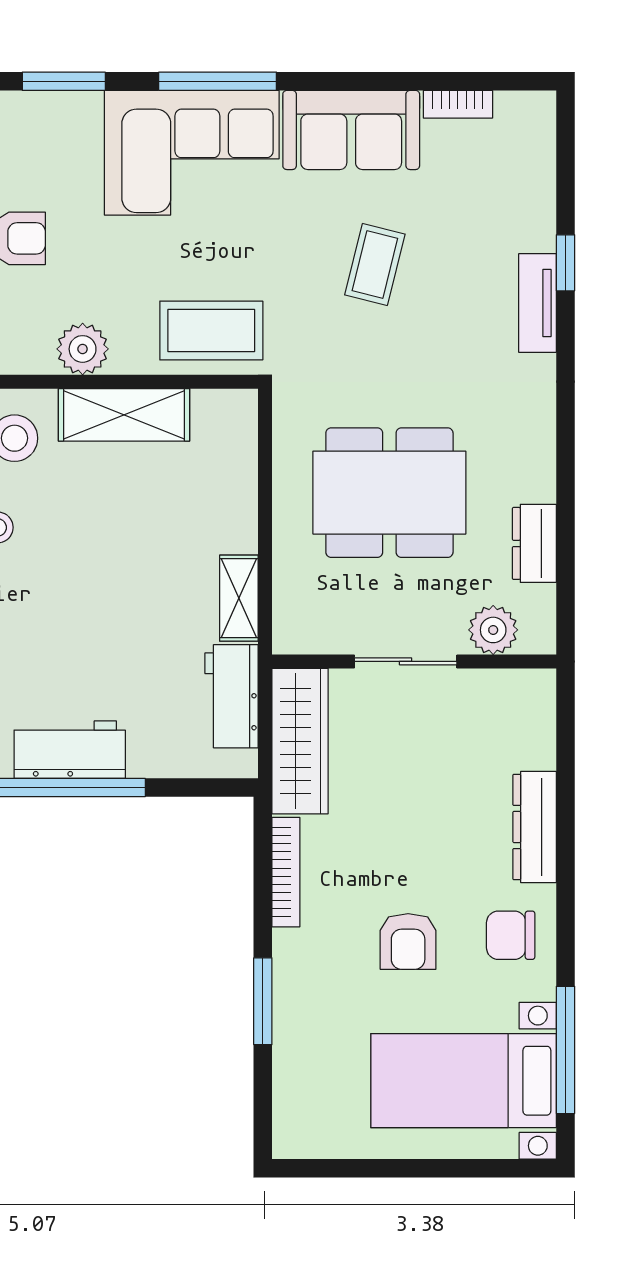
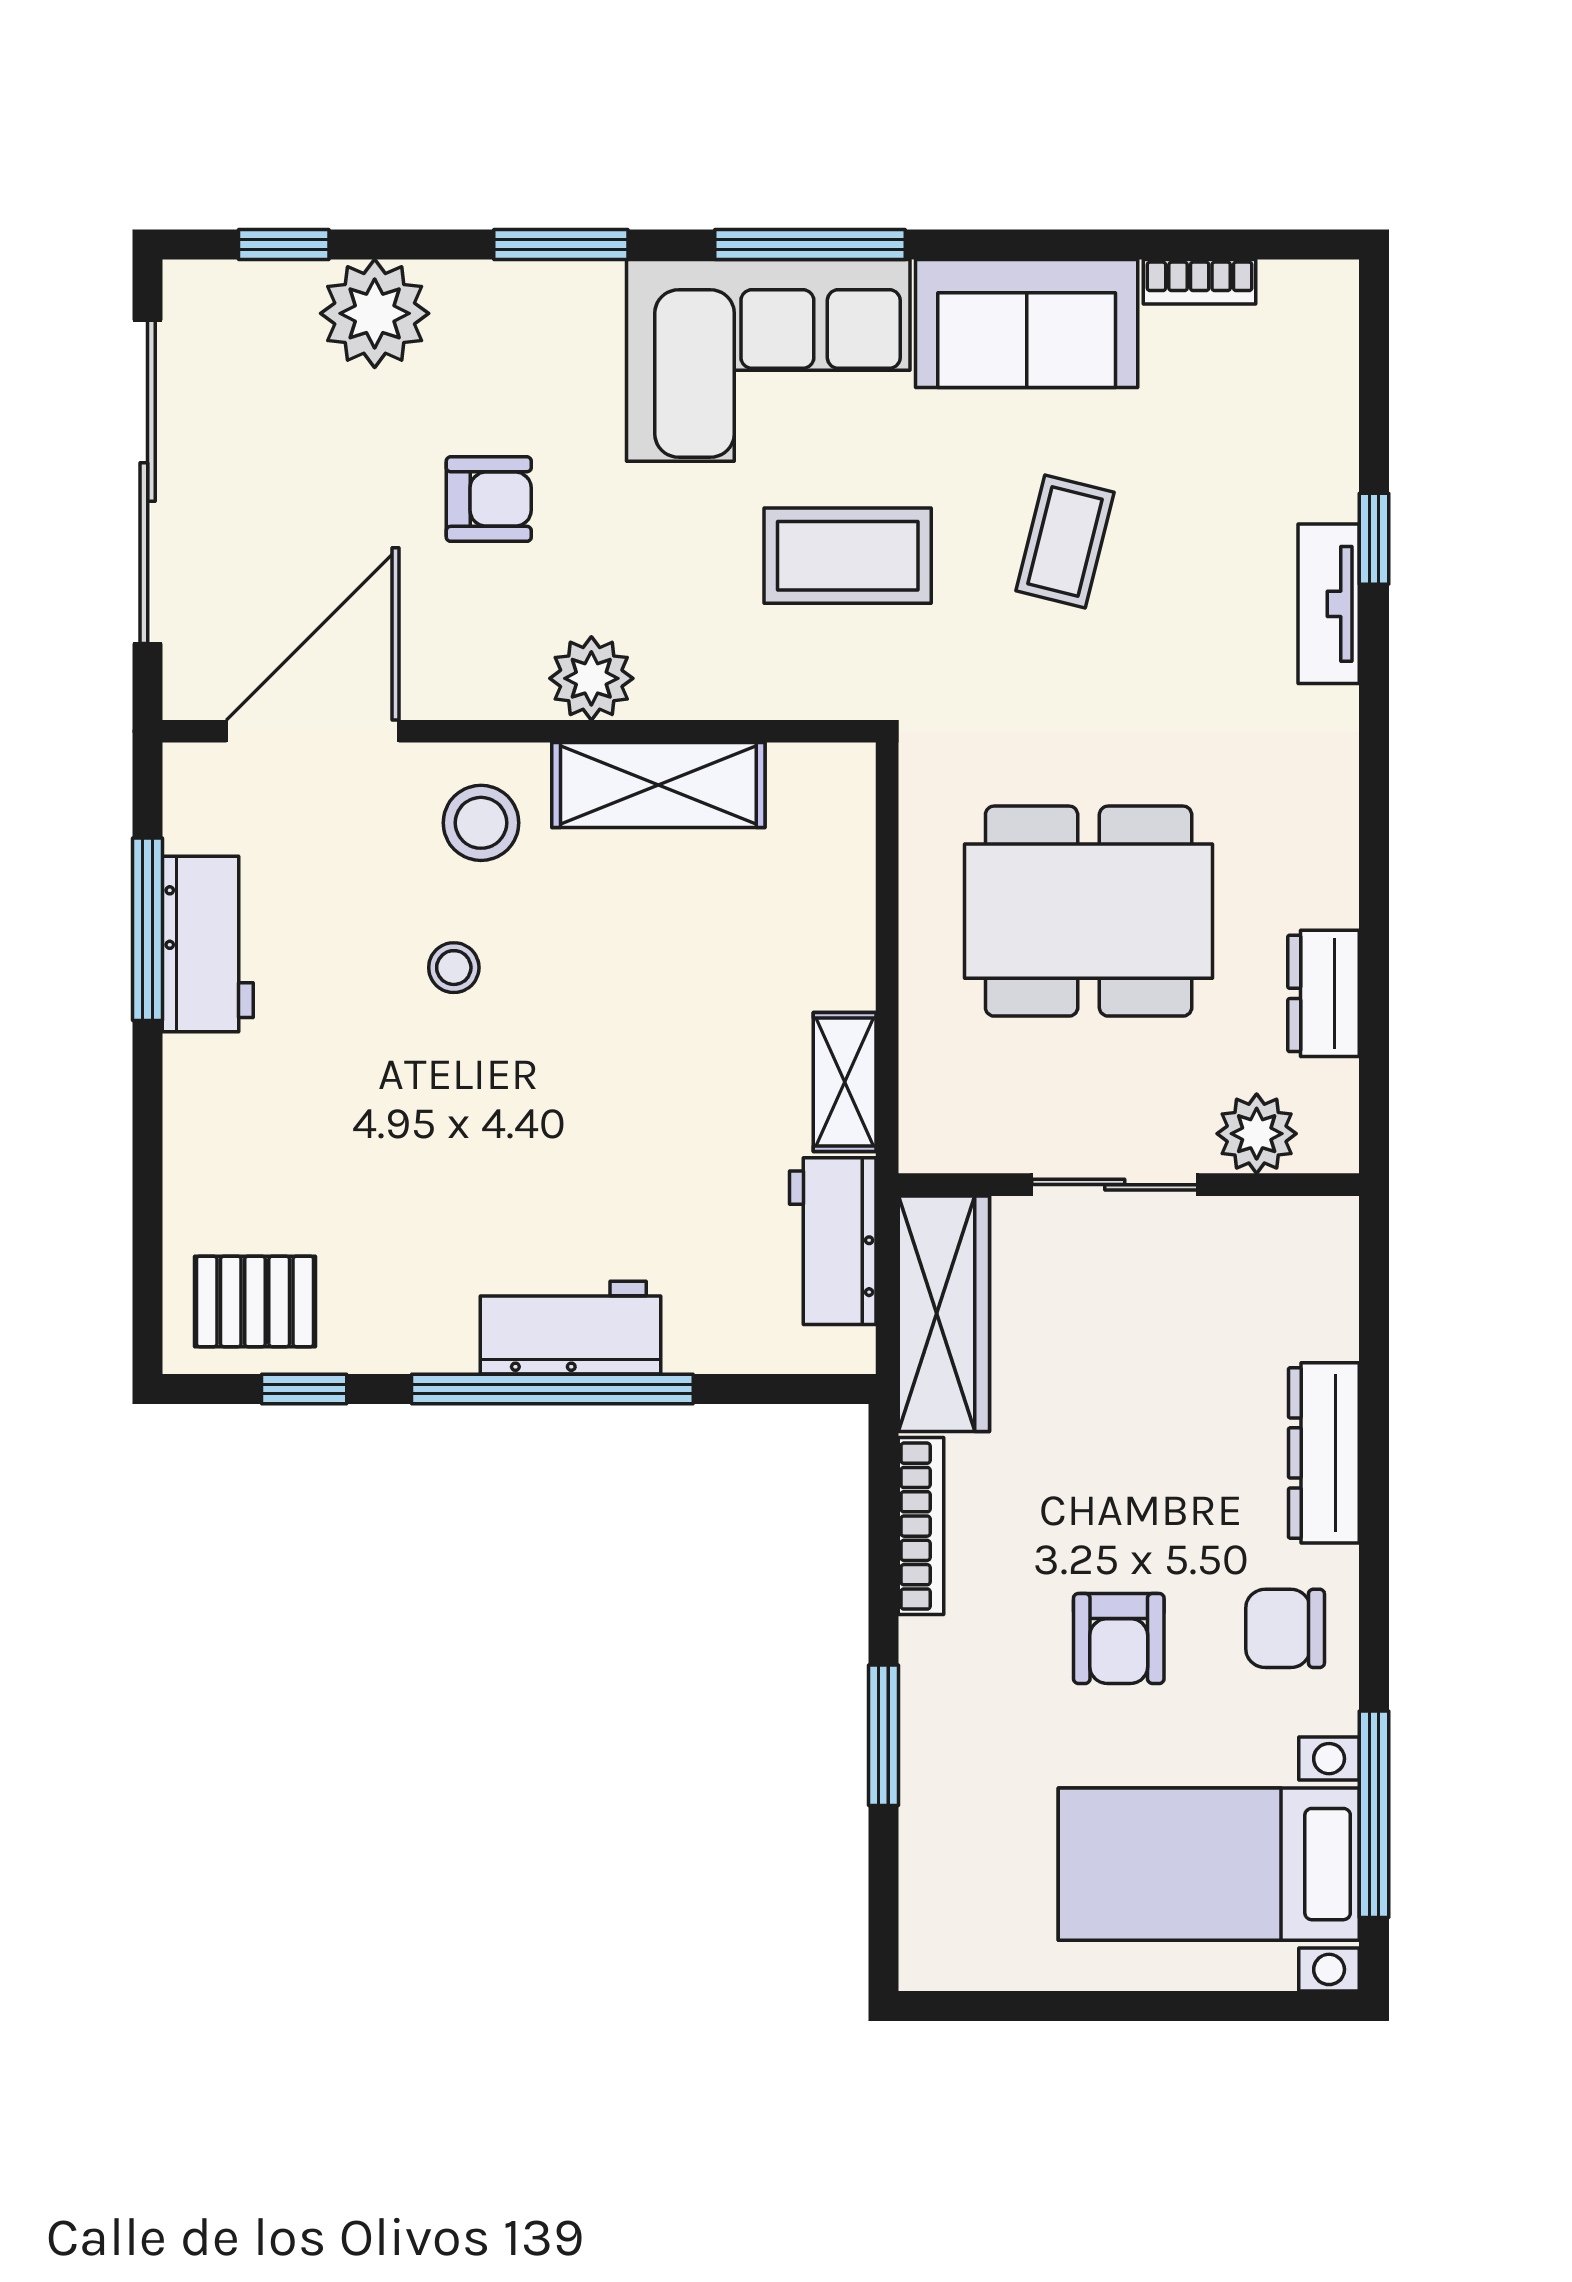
coffee table: (211, 330) -> (848, 556), moved

